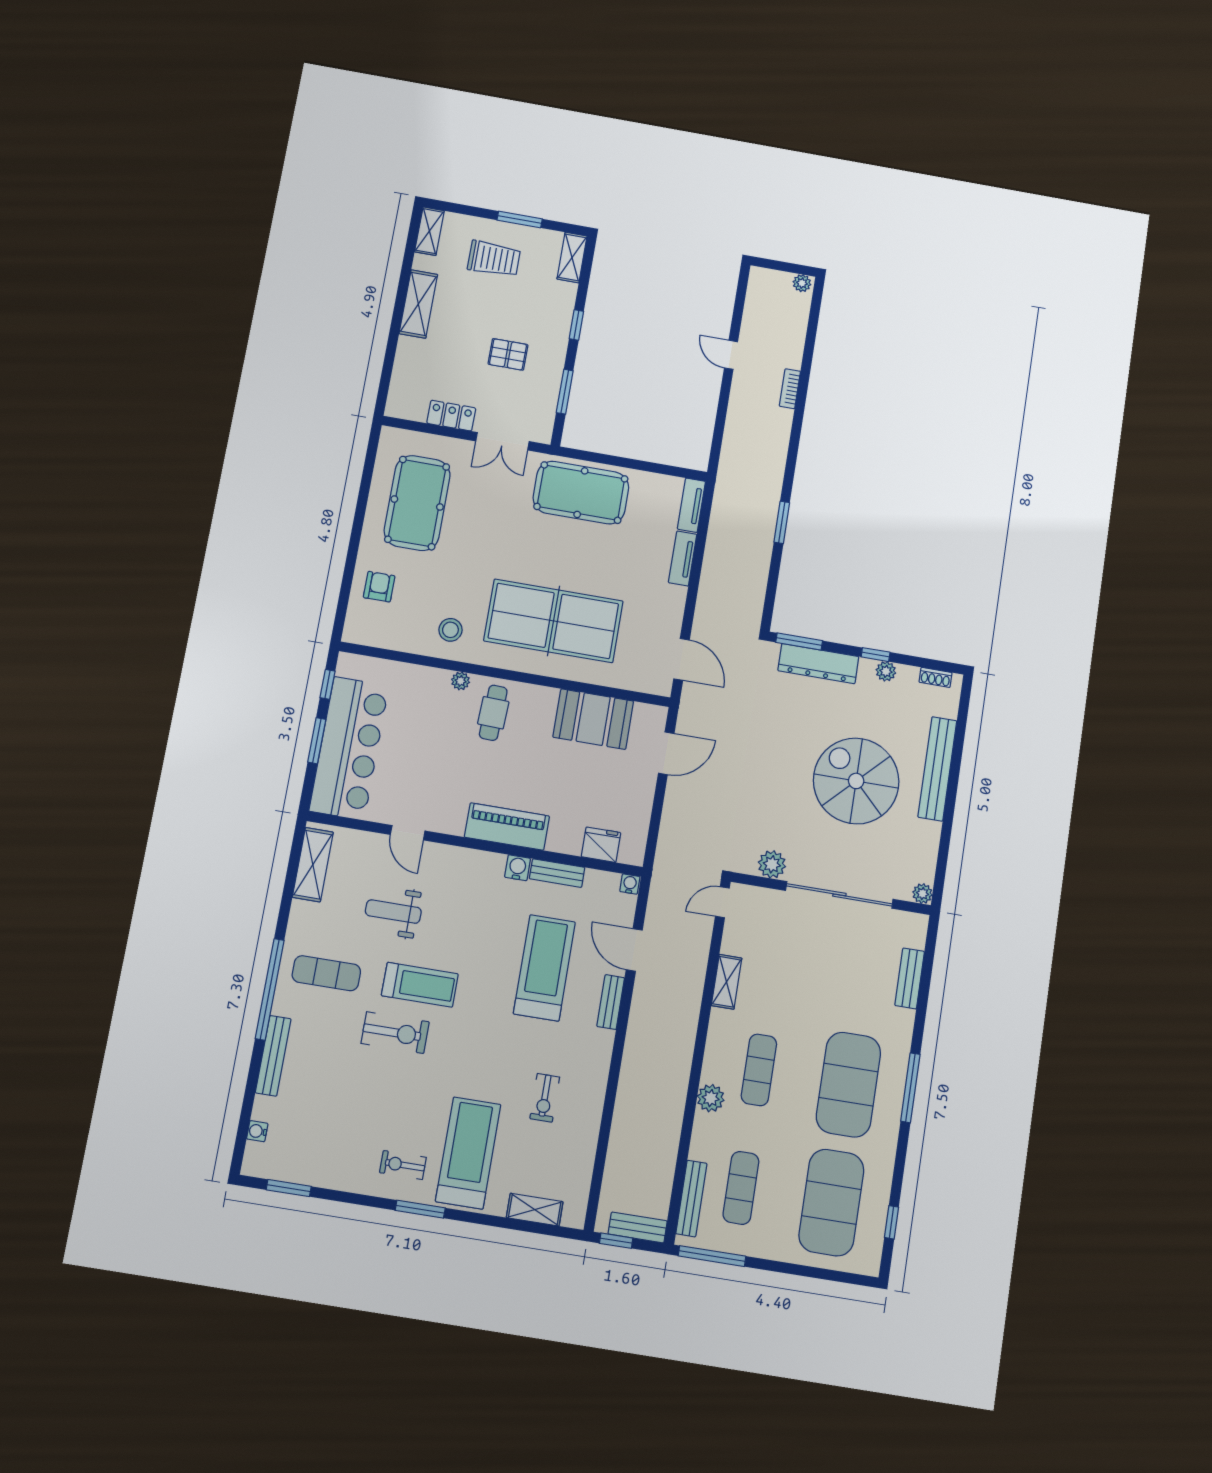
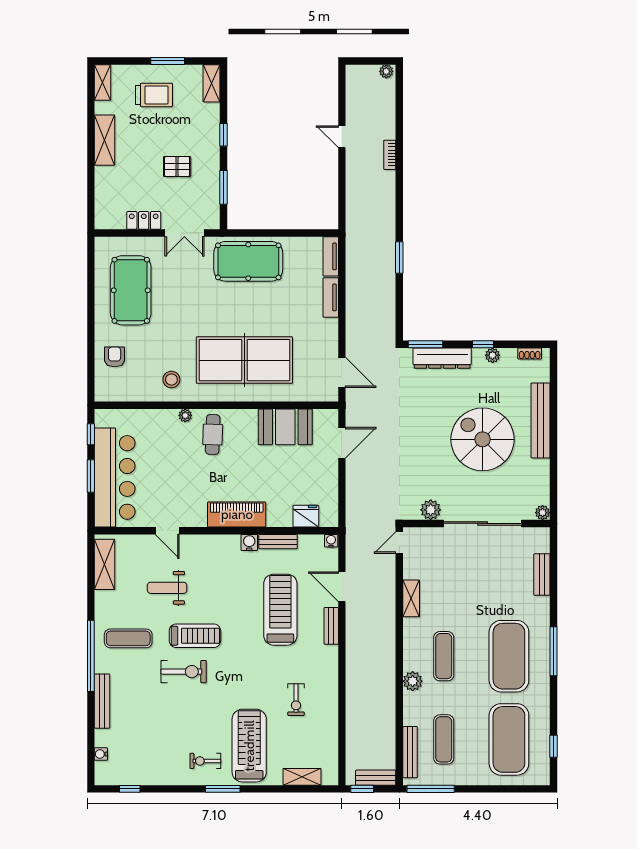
window: (289, 1188) -> (130, 789), width x0.67

